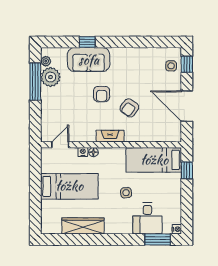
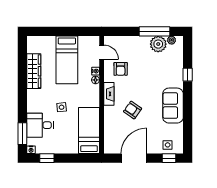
sofa: (89, 60) -> (173, 106), moved
armchair: (102, 94) -> (121, 69), moved, turned -90
window: (187, 170) -> (47, 158), moved

